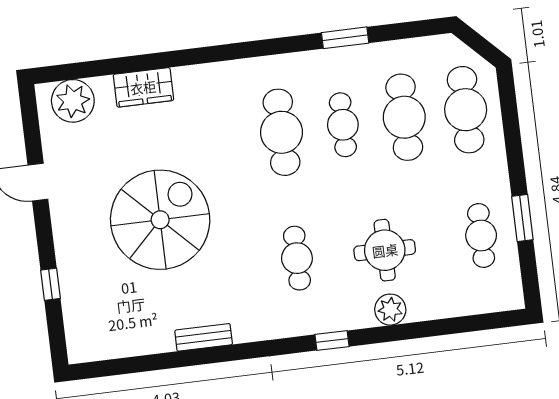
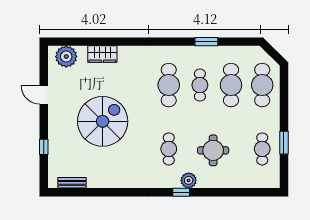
plant: (390, 310) -> (189, 180), moved
bench: (204, 337) -> (72, 183), moved

